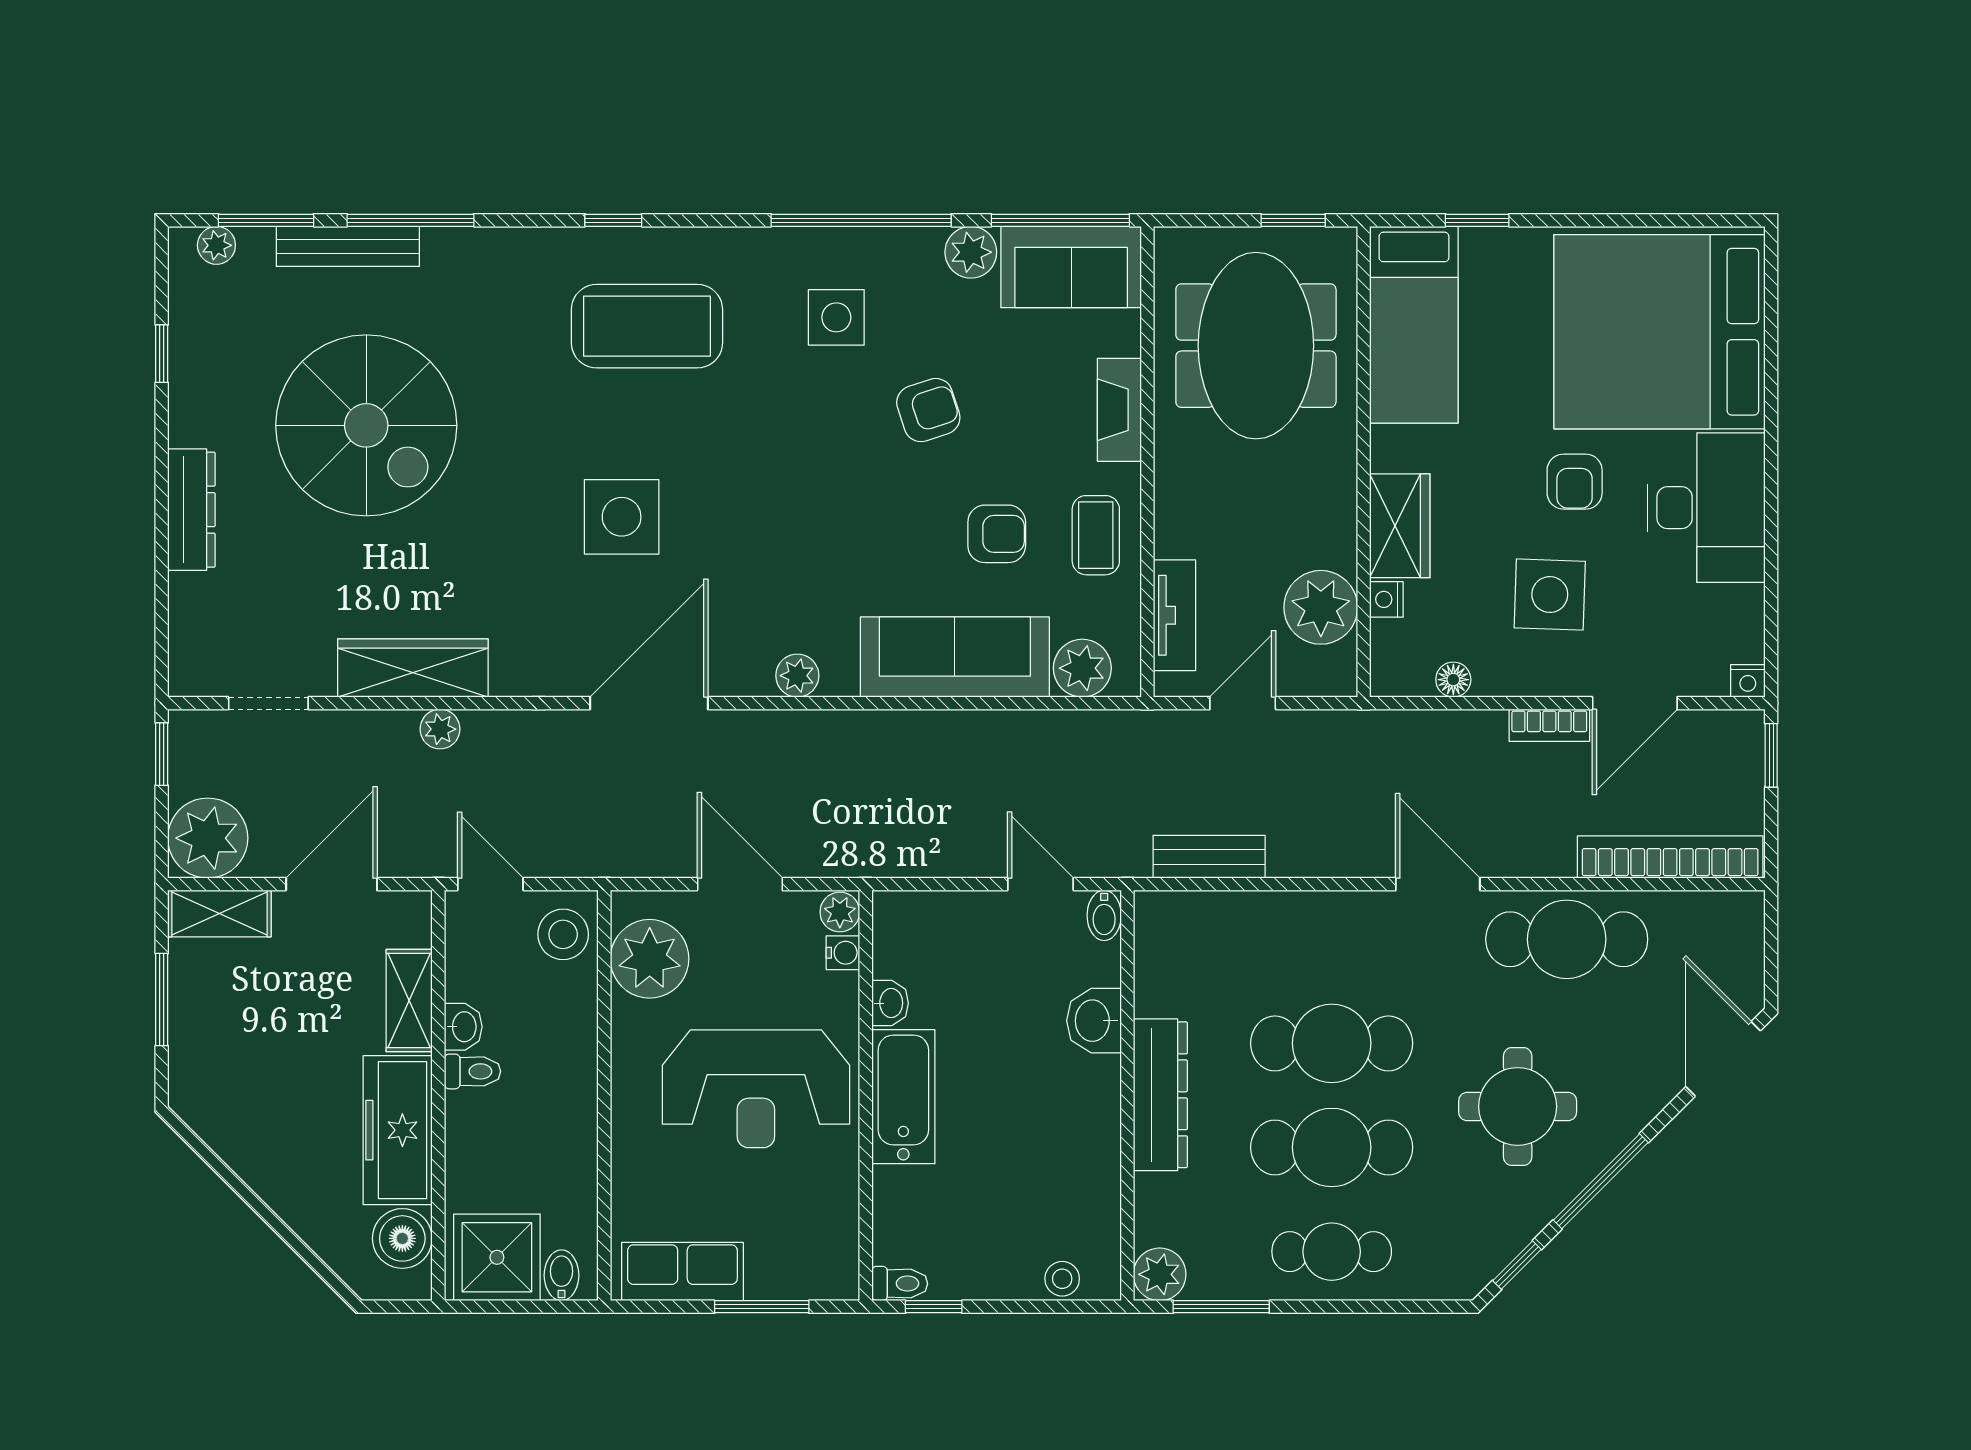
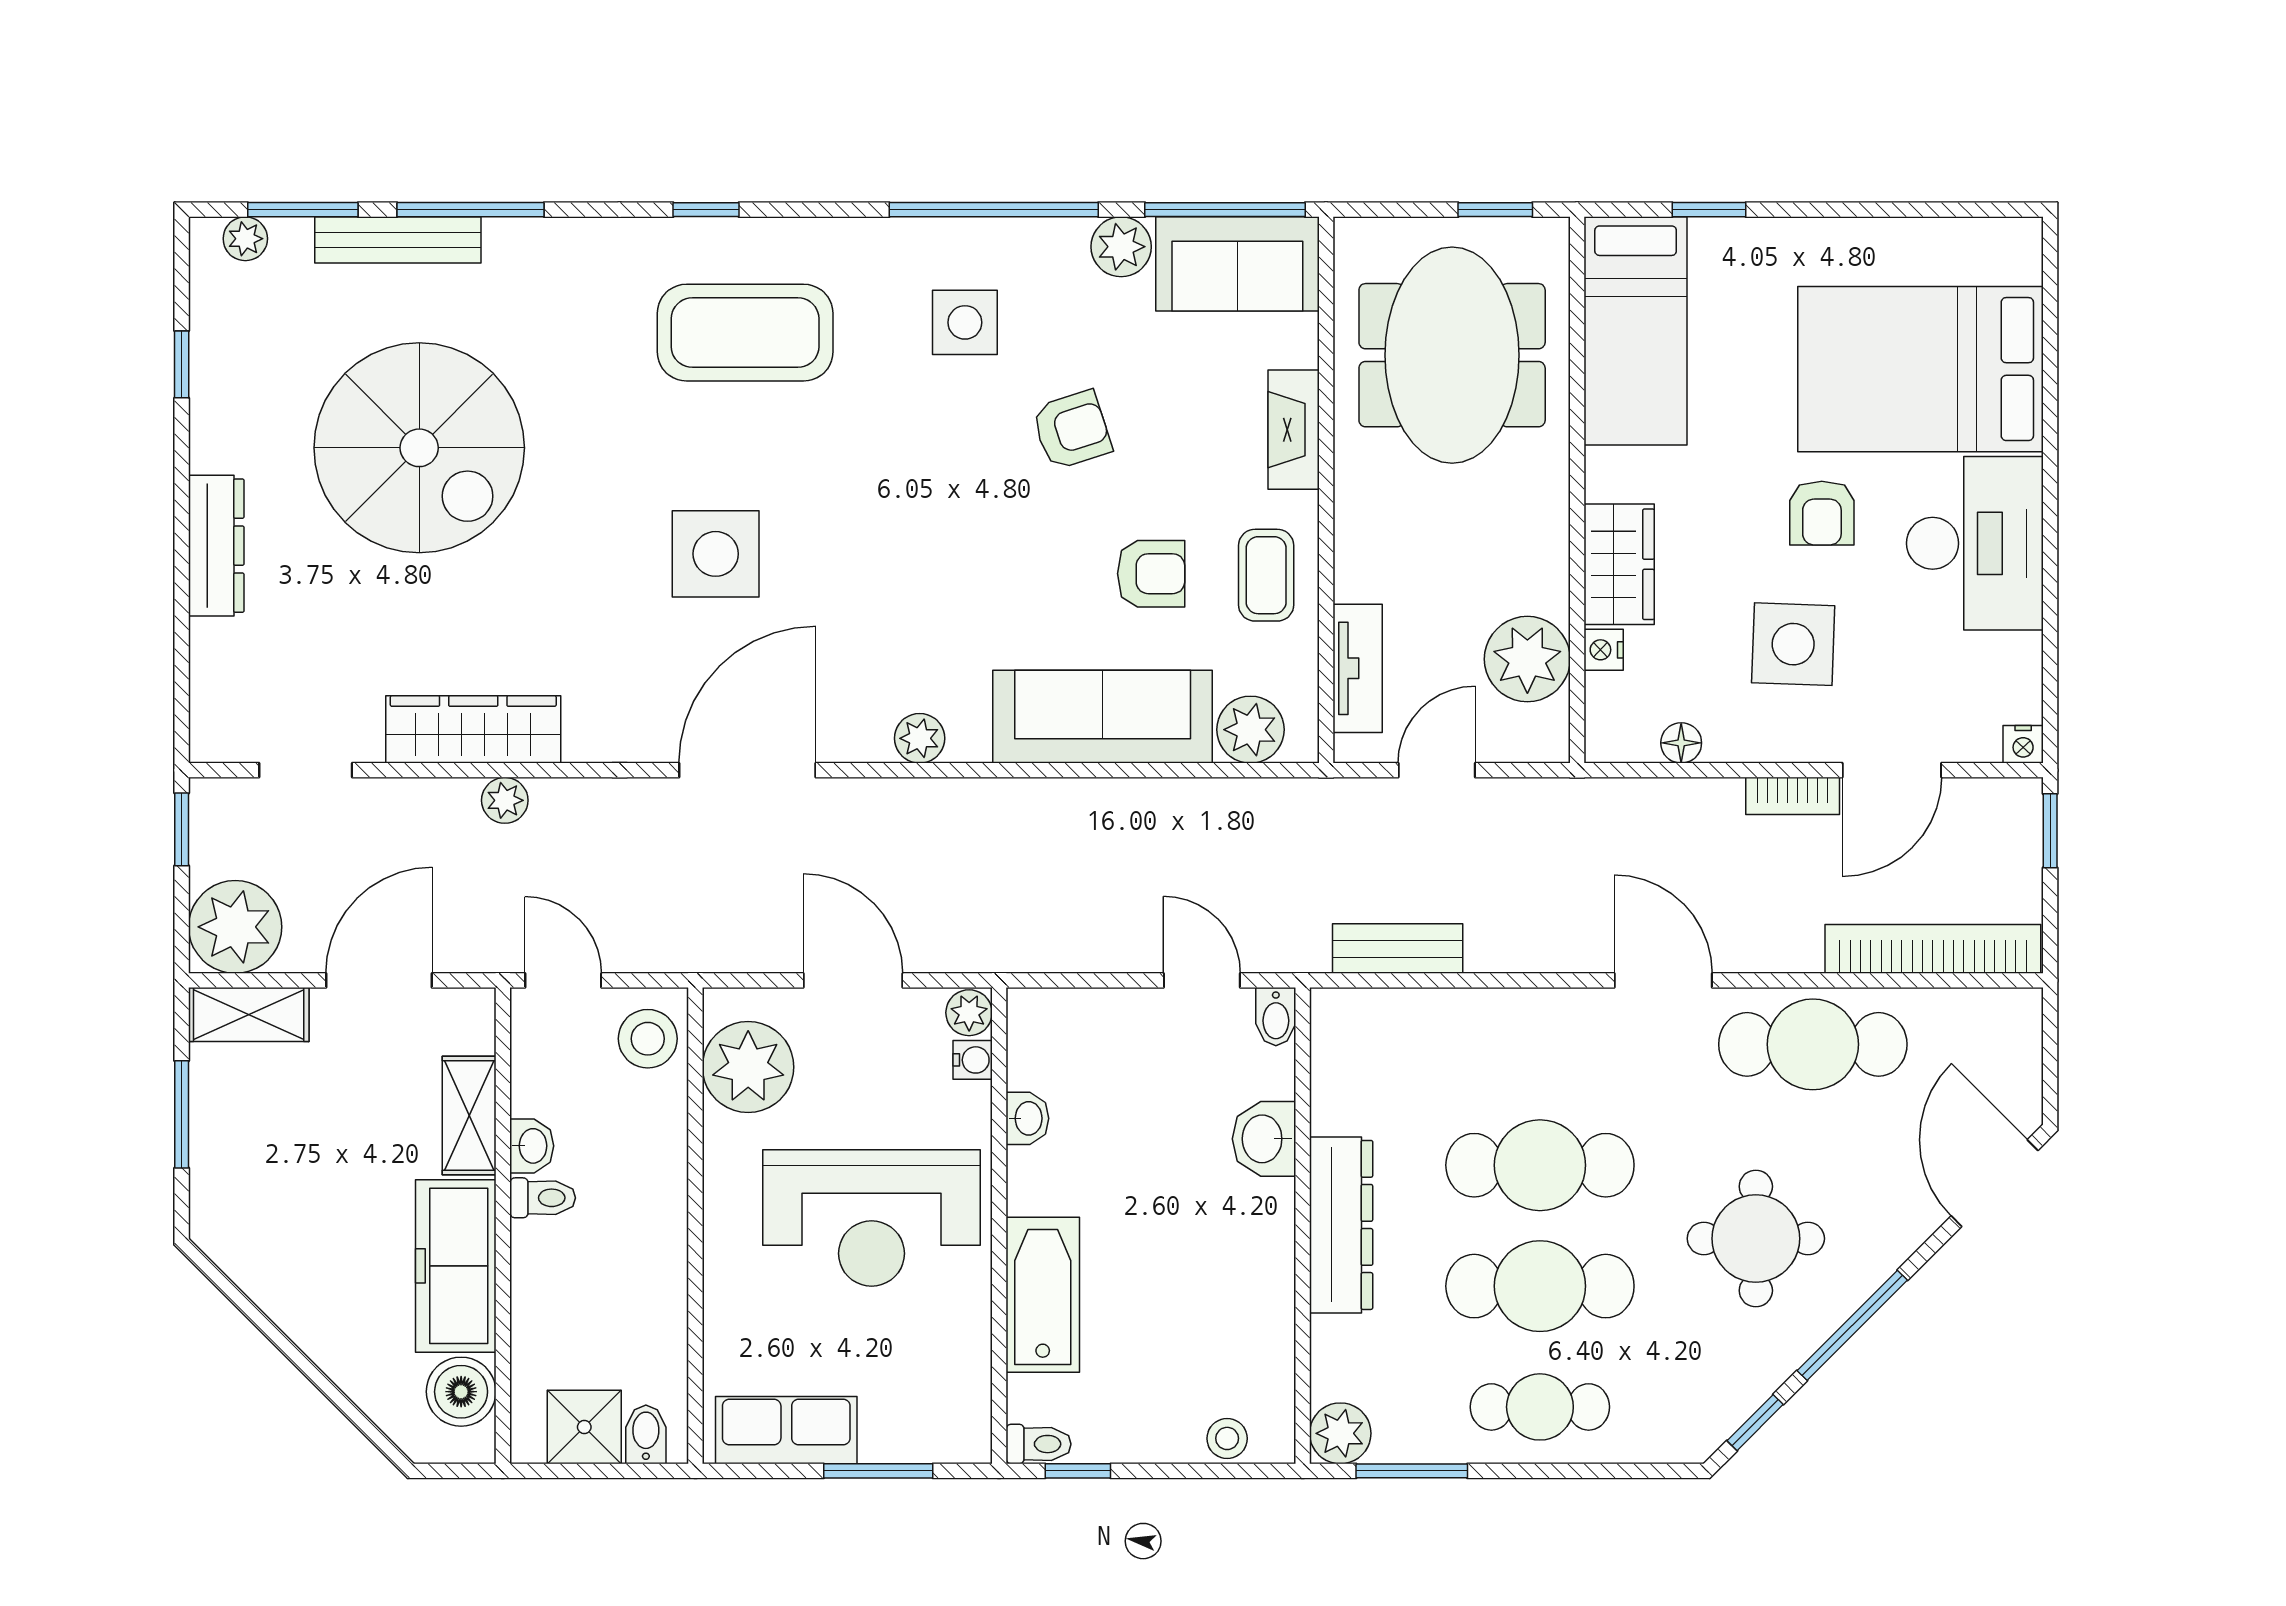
bed: (1659, 332) -> (1920, 369), width x0.73
bathtub: (903, 1097) -> (1043, 1295), moved
shower: (497, 1257) -> (584, 1427), width x0.73, depth x0.73

